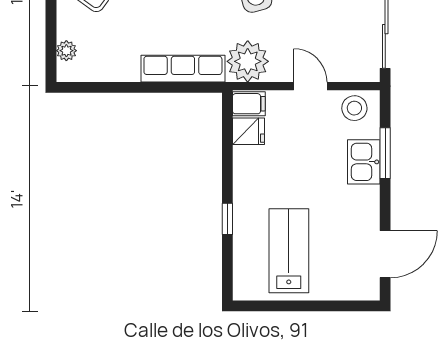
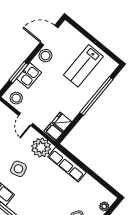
stool: (364, 216) -> (45, 56), added
window: (227, 219) -> (96, 96), width x3.17

